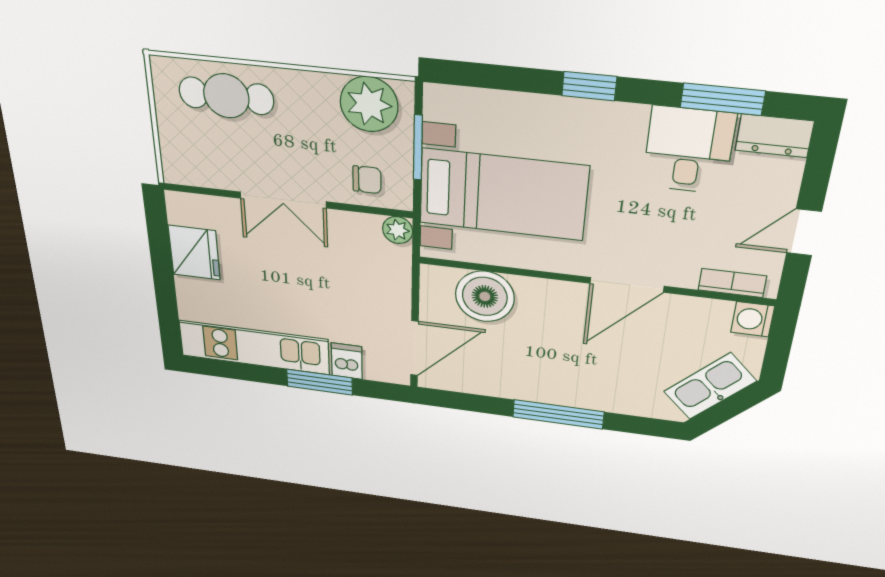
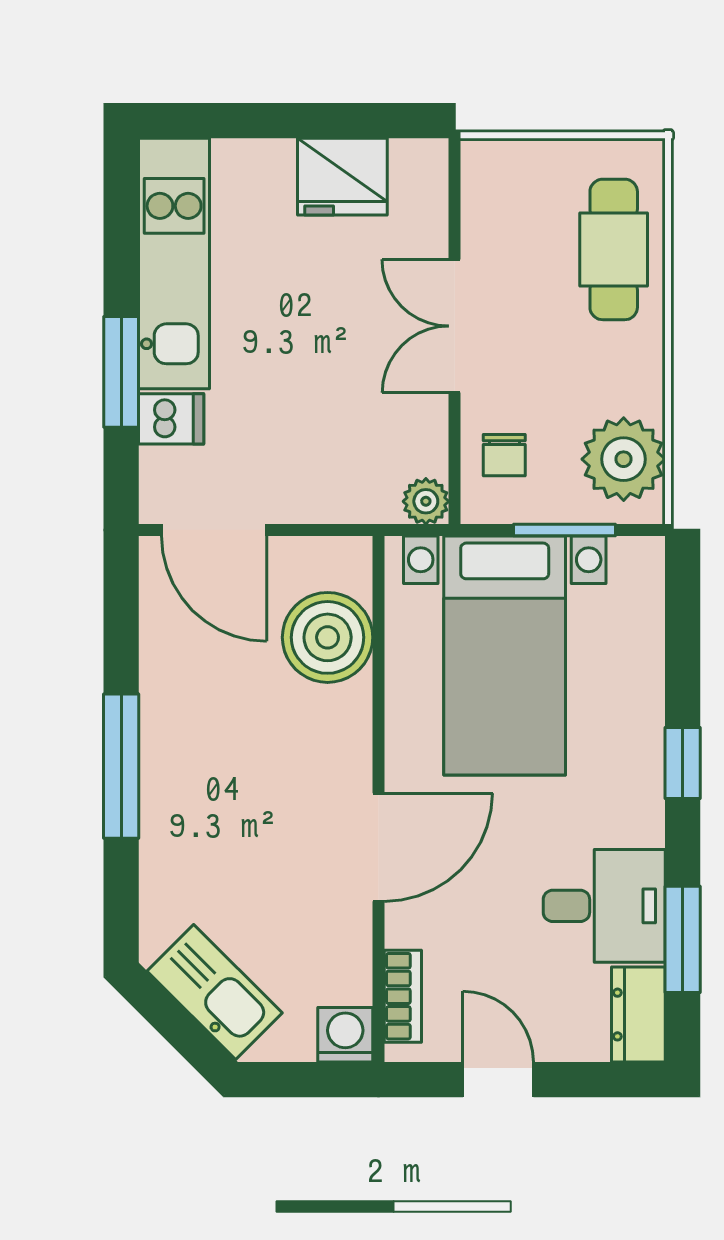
door: (627, 285) -> (378, 847), swing flipped

